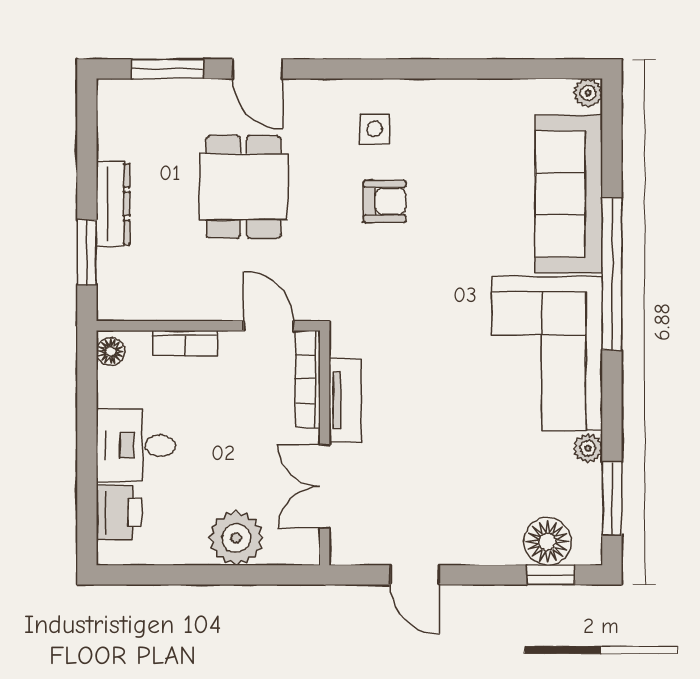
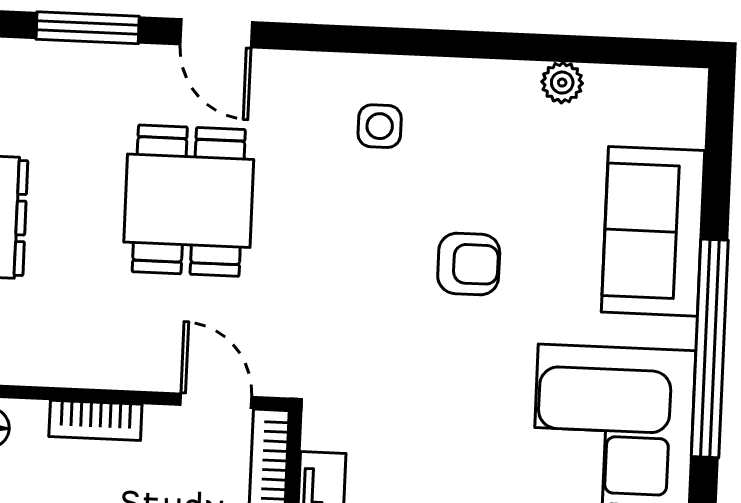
plant: (588, 93) -> (562, 83), moved
sofa: (569, 194) -> (653, 231), width x0.73
armchair: (385, 201) -> (469, 264), moved

